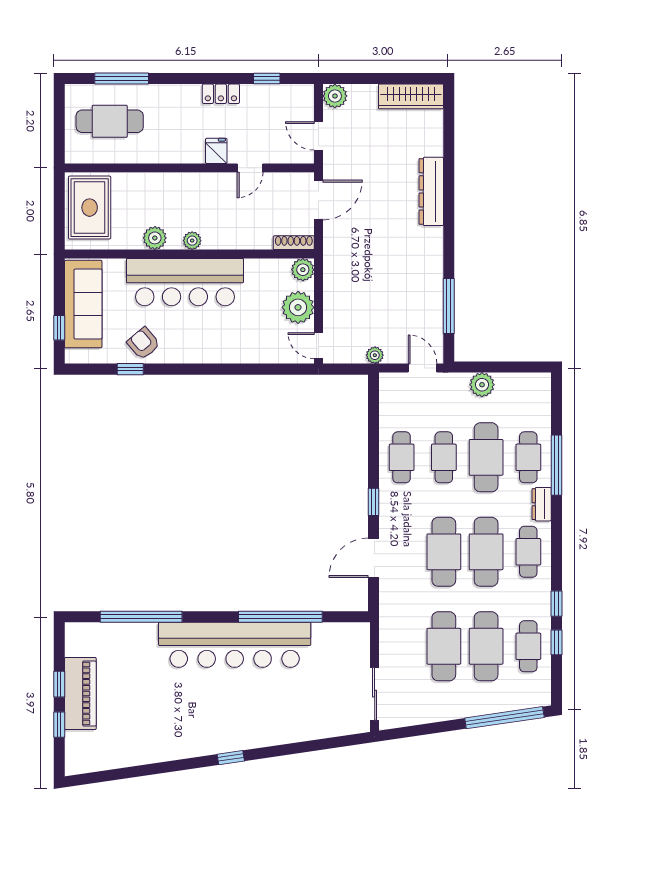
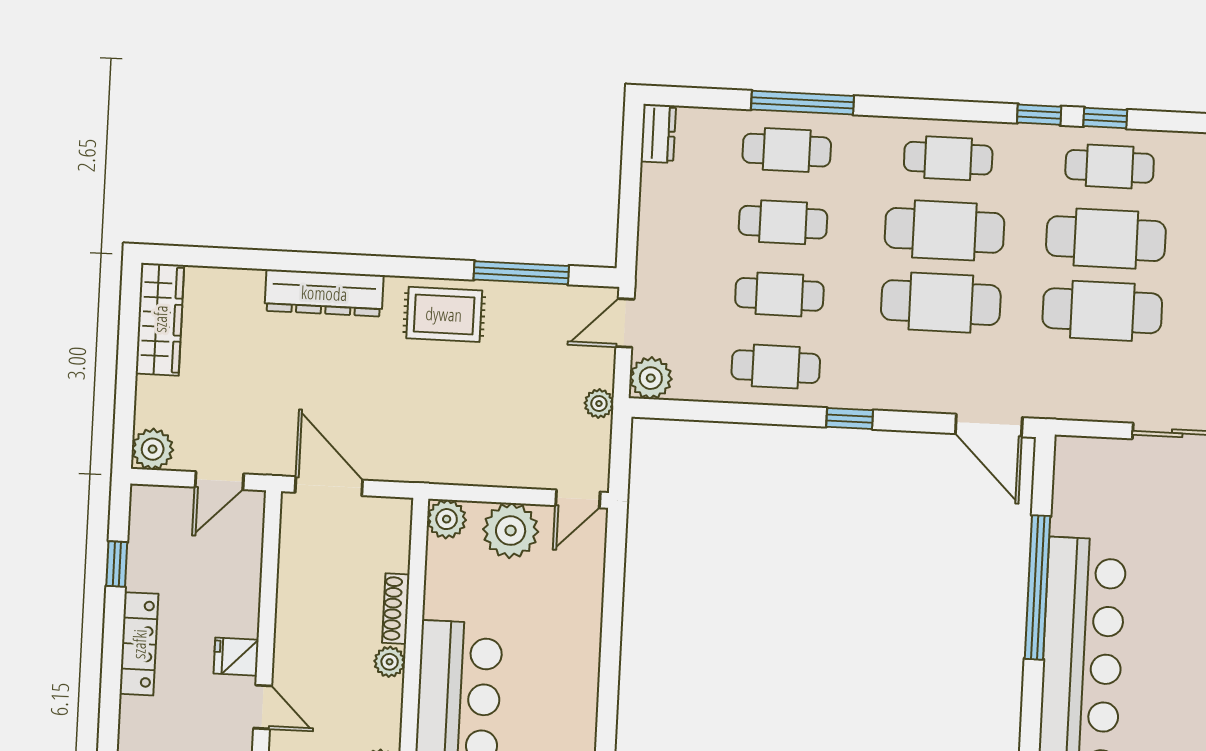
locker: (221, 94) -> (139, 644), width x1.53
door: (250, 168) -> (263, 707), moved
plant: (192, 241) -> (390, 662), moved
shoe rack: (294, 243) -> (396, 609), moved
rug: (422, 262) -> (444, 314), added
plant: (482, 385) -> (651, 378), moved
cafe table: (486, 457) -> (783, 222), width x0.73, depth x0.74
dresser: (542, 504) -> (658, 133), moved, turned -90
door: (373, 558) -> (989, 426), moved

